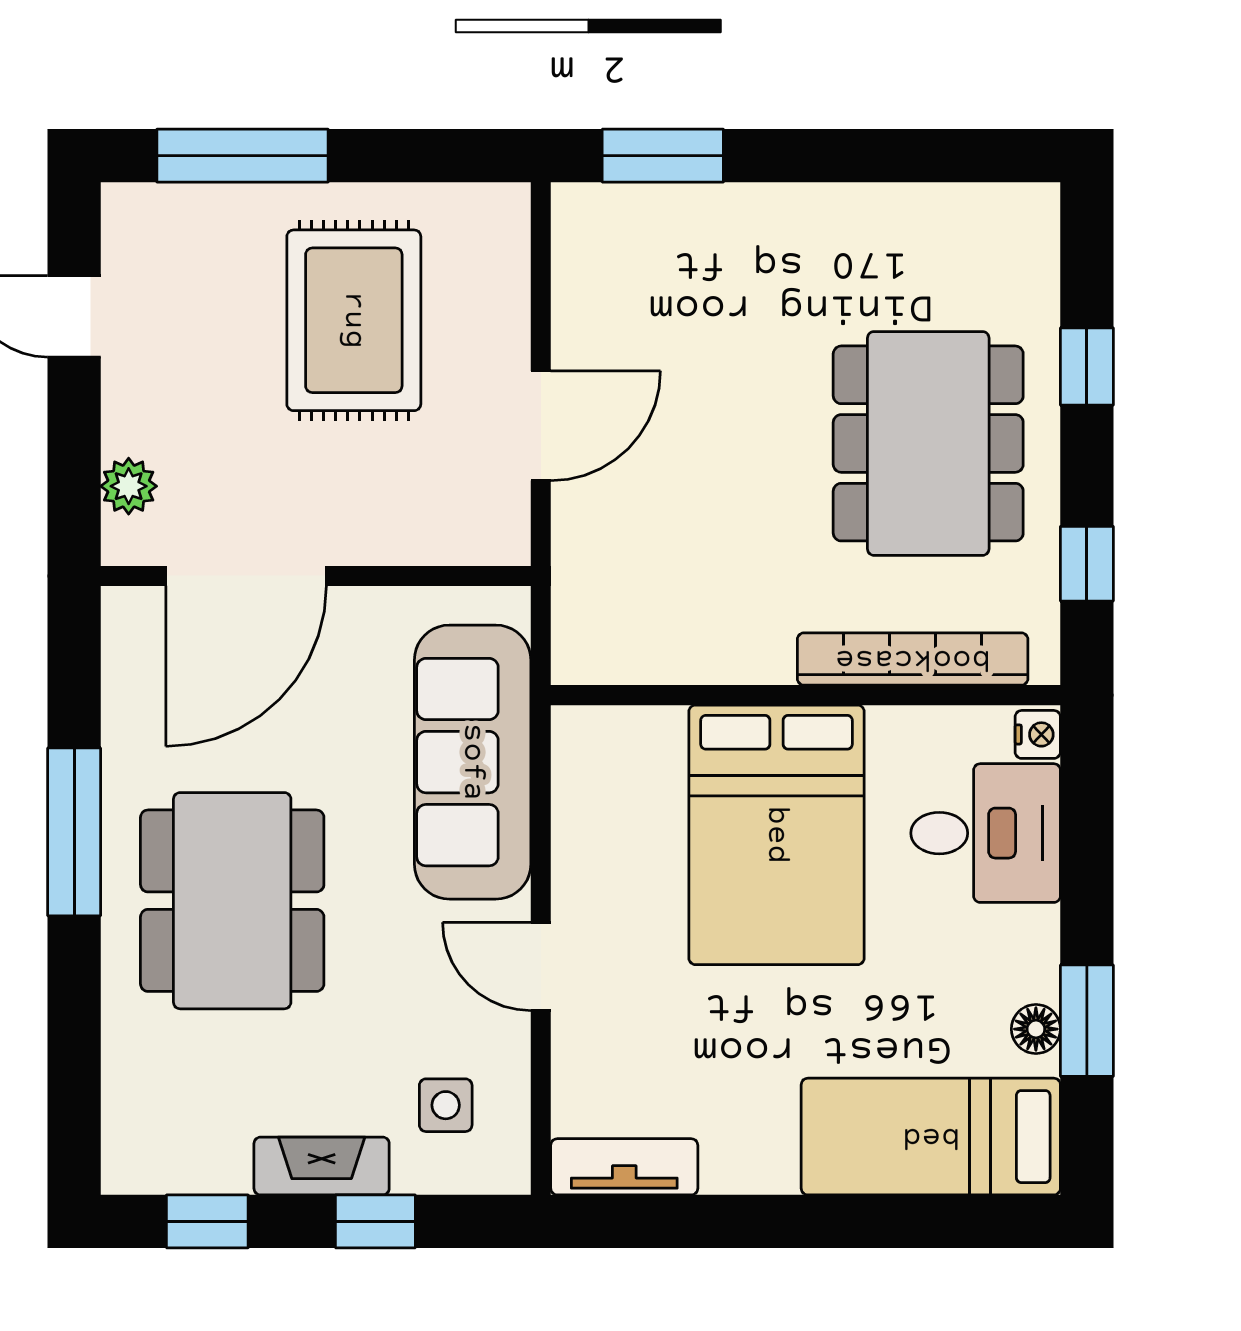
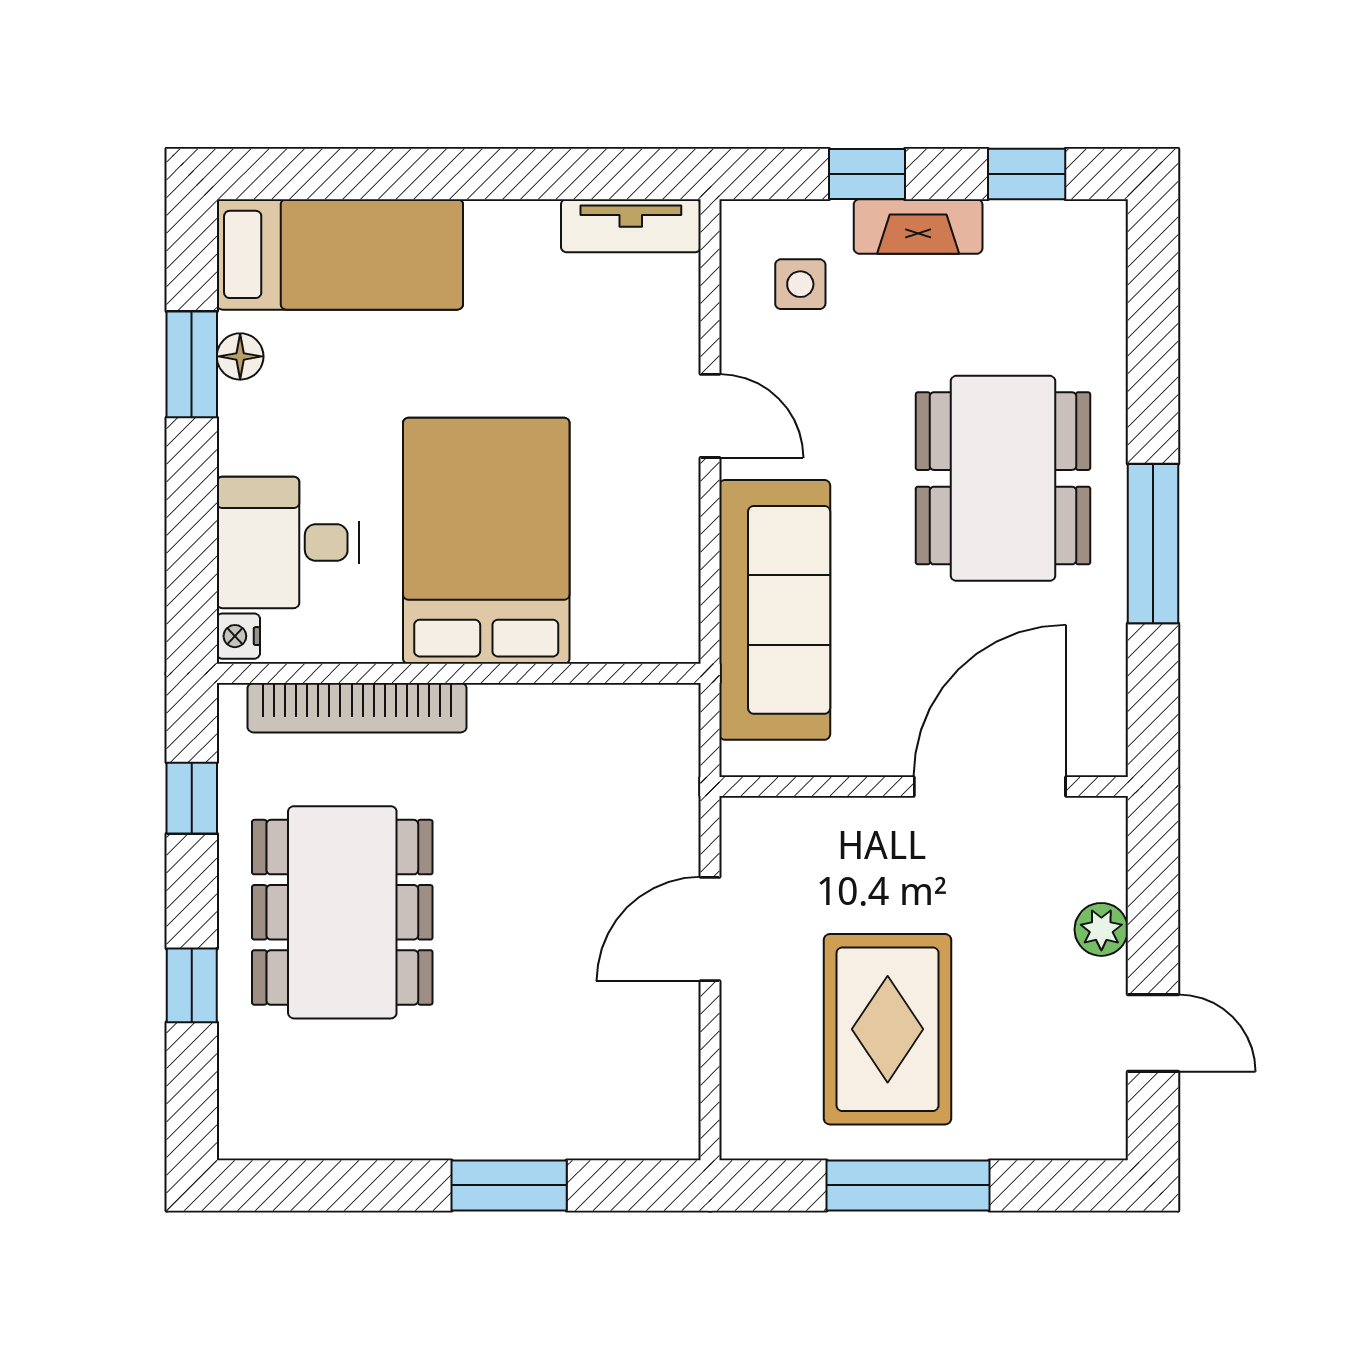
window: (243, 156) -> (908, 1185), moved
window: (663, 156) -> (509, 1185), moved
plant: (129, 486) -> (1101, 929), moved

